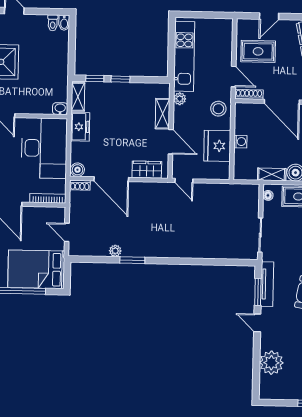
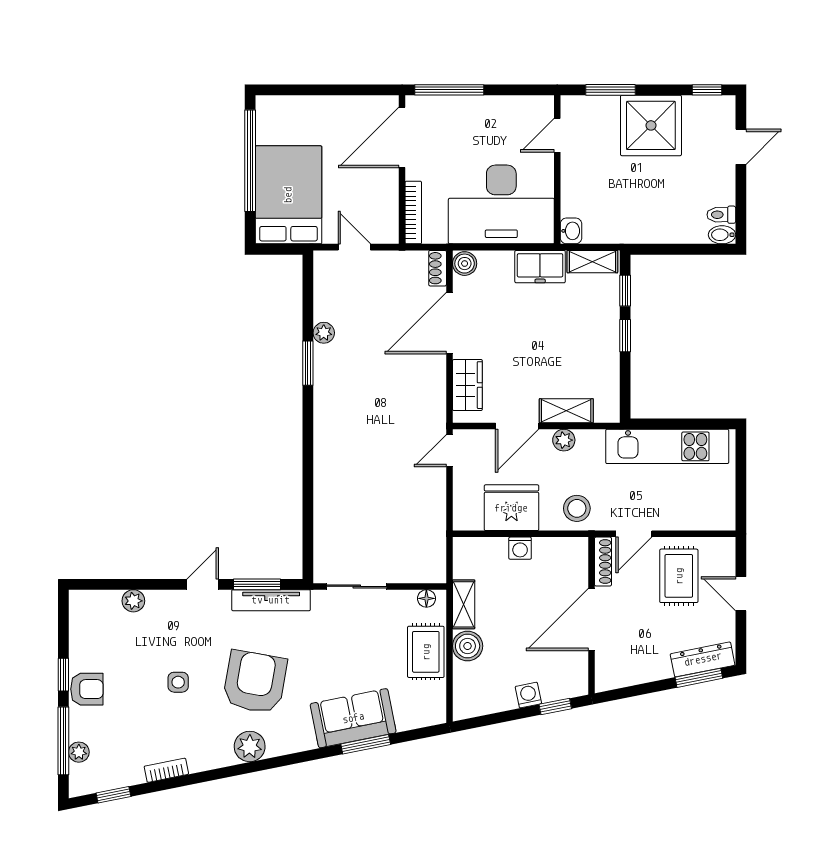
plant: (180, 99) -> (564, 440), moved
door: (67, 232) -> (354, 247), hinge flipped
plant: (271, 363) -> (133, 601), width x0.53, depth x0.53

